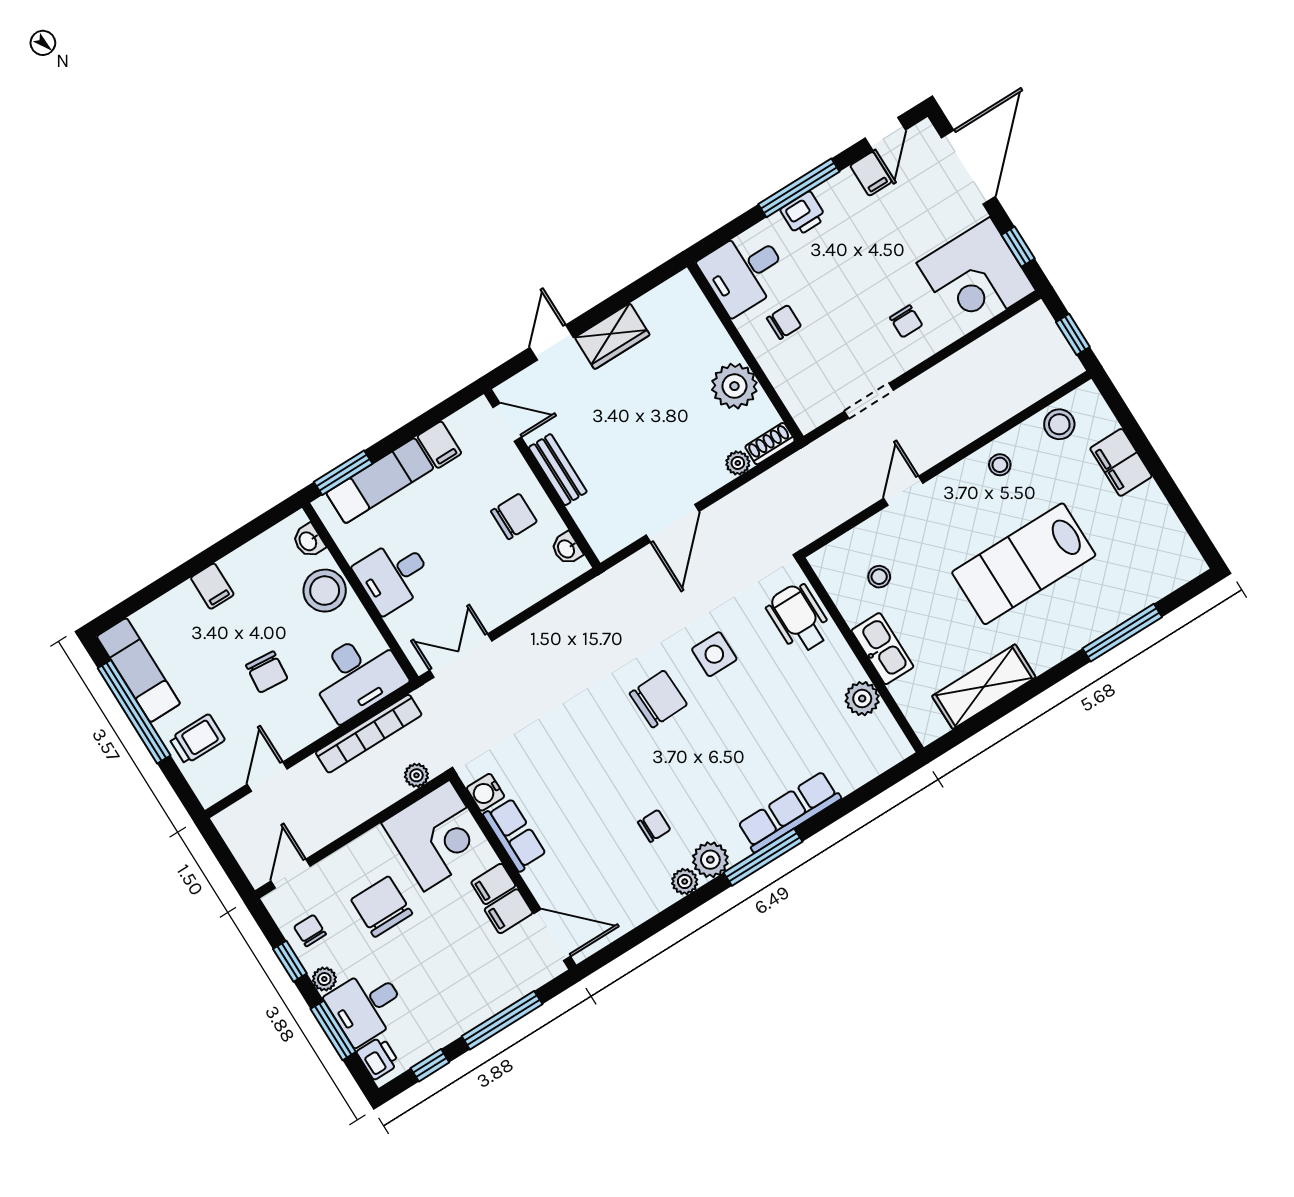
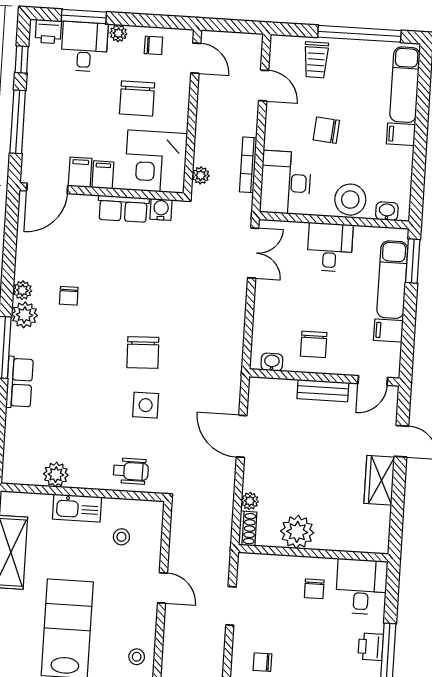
wheelchair: (799, 618) -> (131, 471), width x0.73, depth x0.73
exam couch: (138, 670) -> (405, 85), moved, turned 90
bookcase: (369, 734) -> (248, 165), width x0.68, depth x0.76
row of seats: (789, 812) -> (19, 382), width x0.68
chair: (382, 907) -> (137, 98), turned 90
window: (290, 961) -> (144, 20), removed

